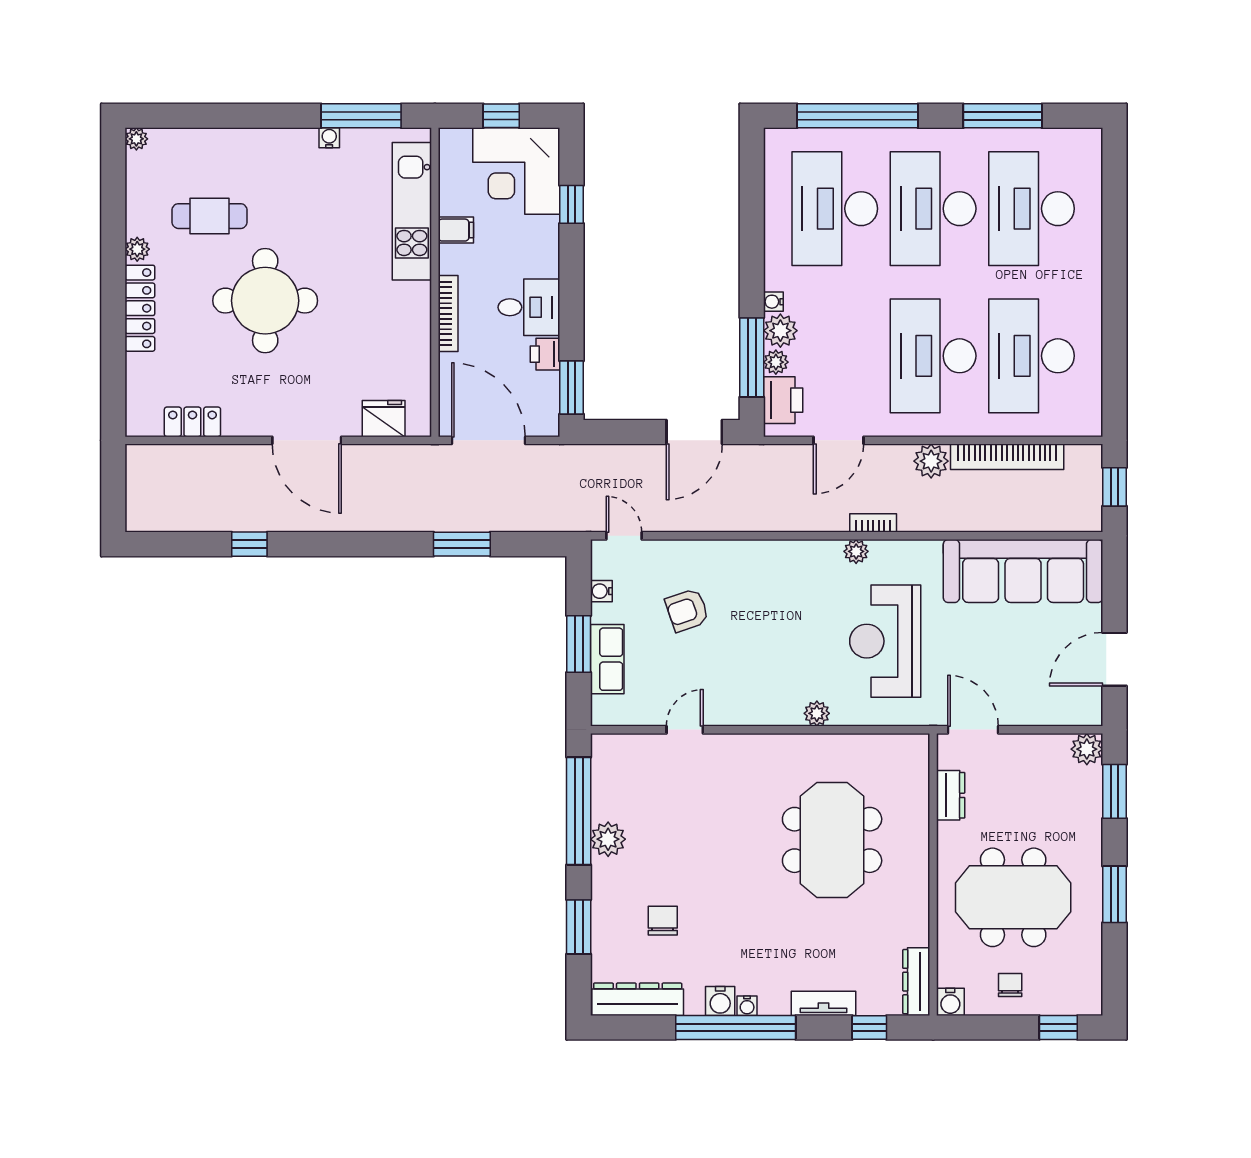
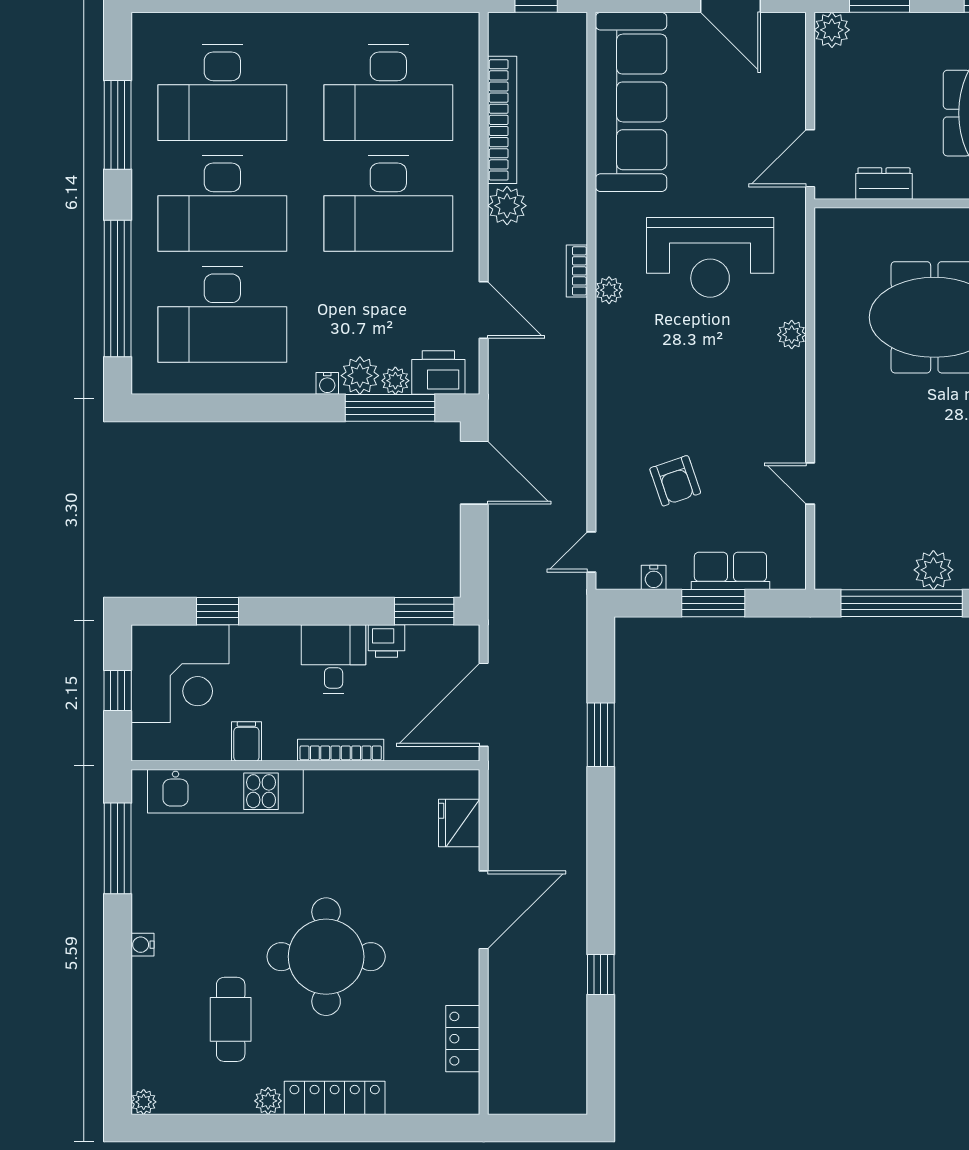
water cooler: (329, 138) -> (142, 945), moved

